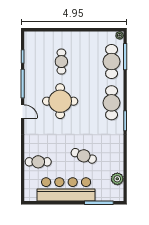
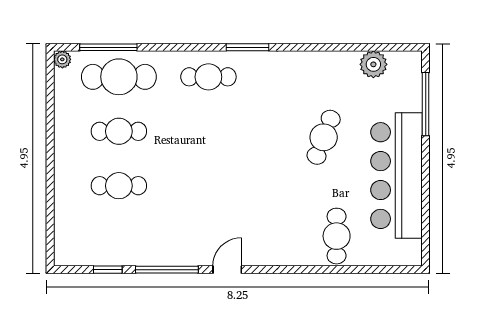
cafe table: (86, 62) -> (119, 131), added
round table: (60, 101) -> (205, 188), removed
cafe table: (112, 103) -> (208, 77), width x0.73, depth x0.74

